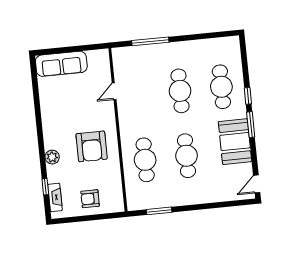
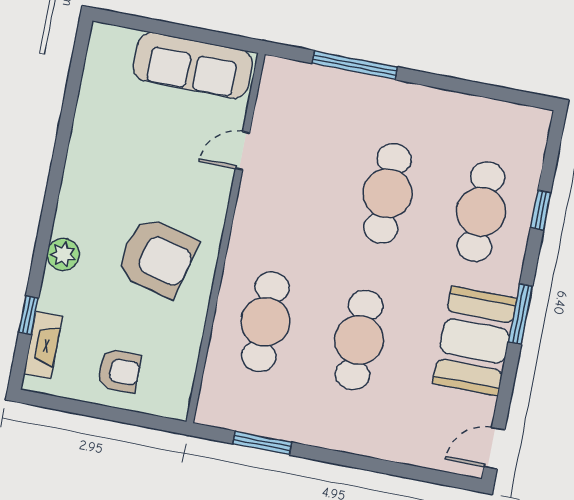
sofa: (61, 64) -> (193, 65), moved
window: (248, 96) -> (541, 210), moved
armchair: (92, 146) -> (157, 257), turned -76
armchair: (90, 199) -> (119, 371), turned 180

